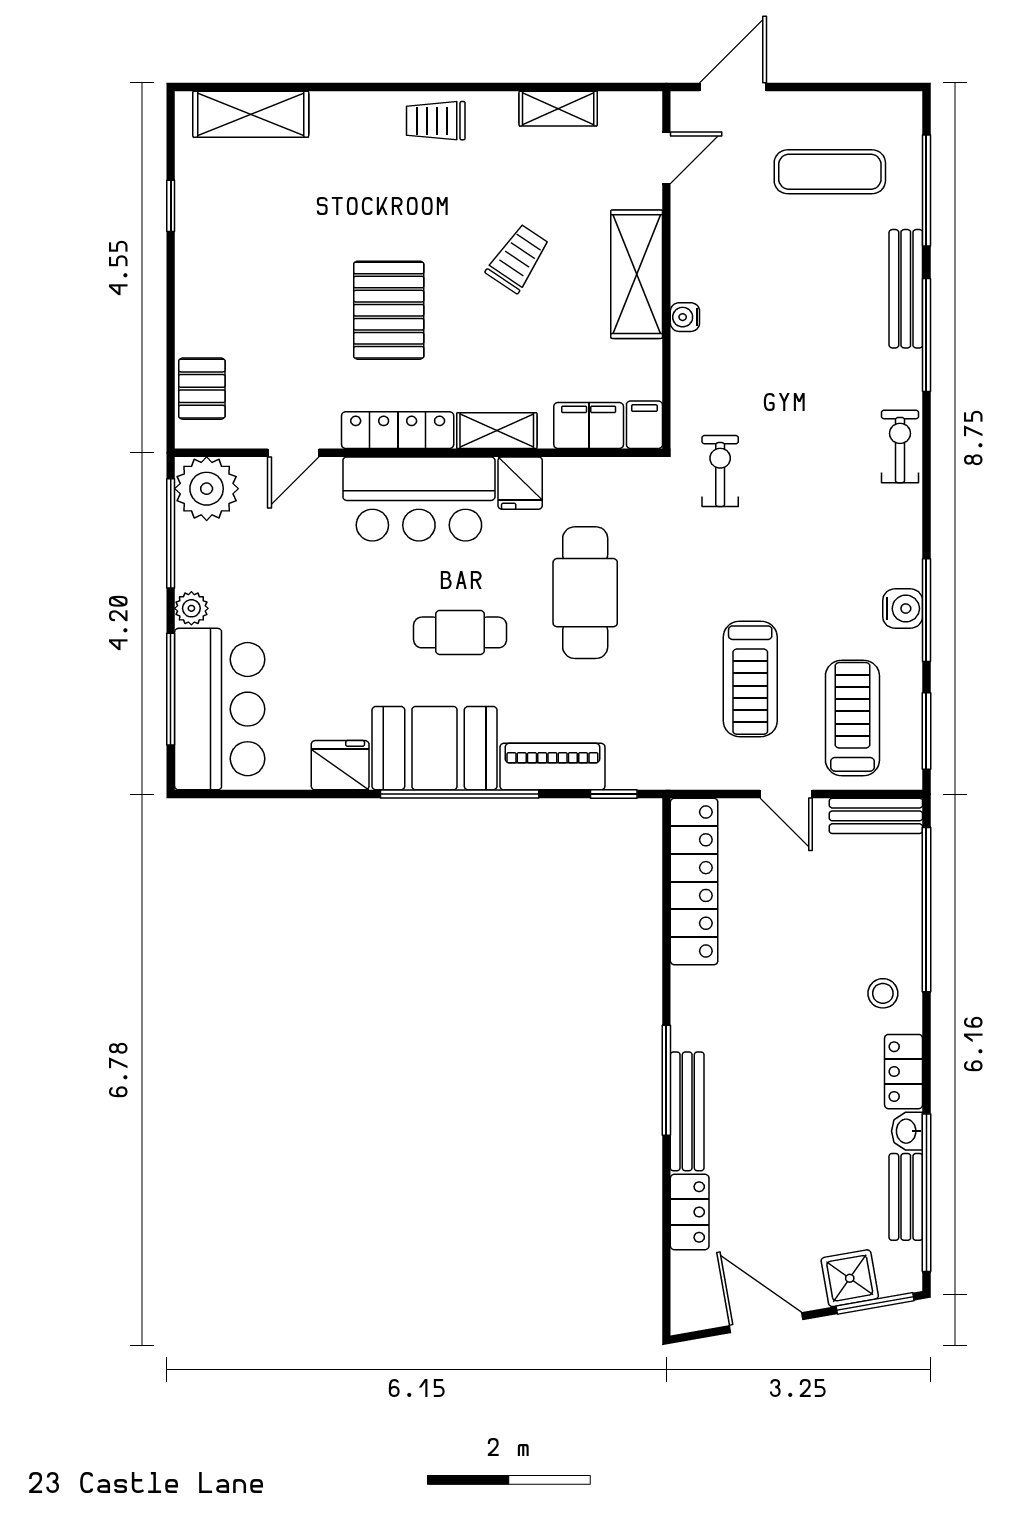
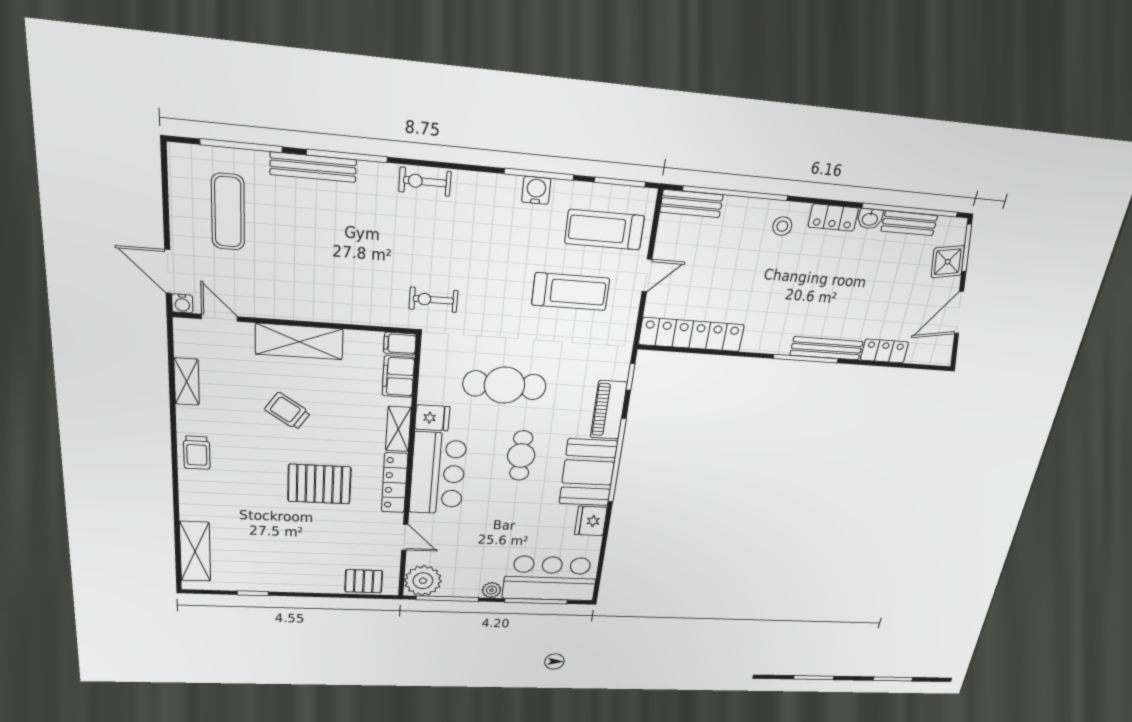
water cooler: (685, 317) -> (182, 303), moved
bench: (876, 816) -> (691, 204), moved, turned 90

